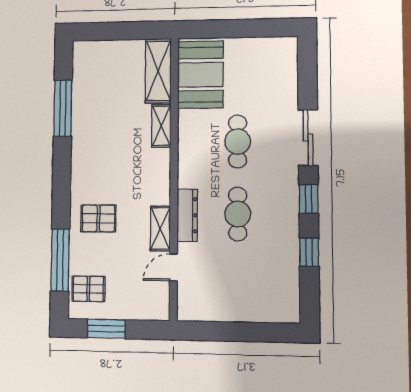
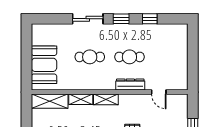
booth: (200, 75) -> (44, 65), moved, turned 90
shelving: (160, 228) -> (106, 99), moved

